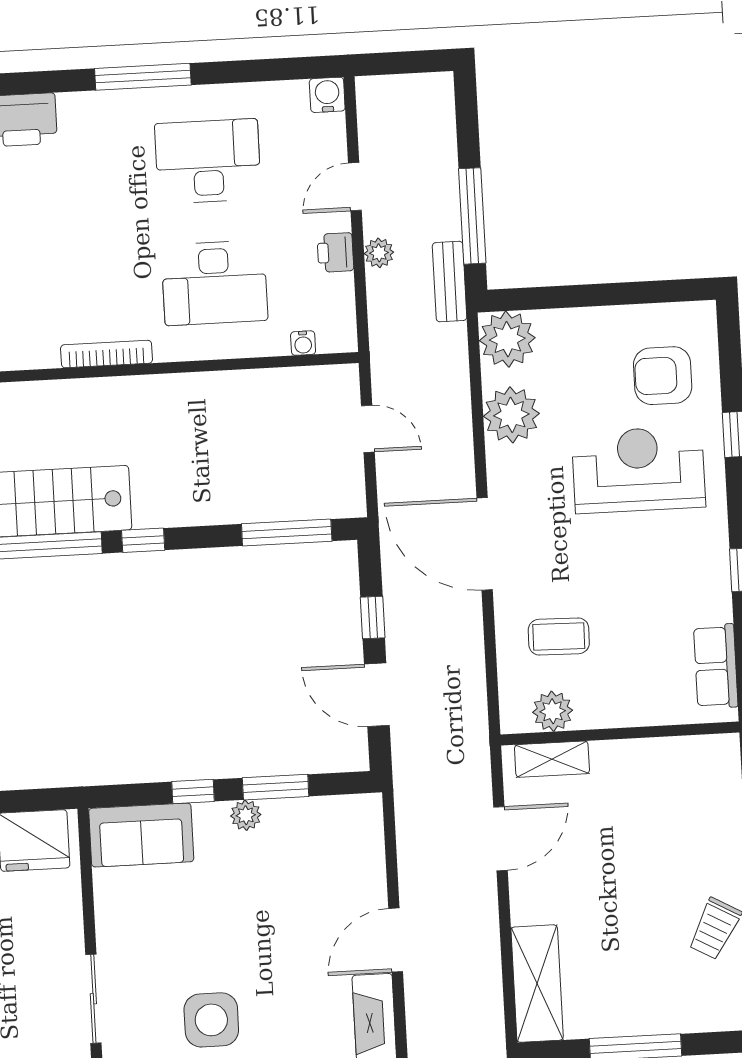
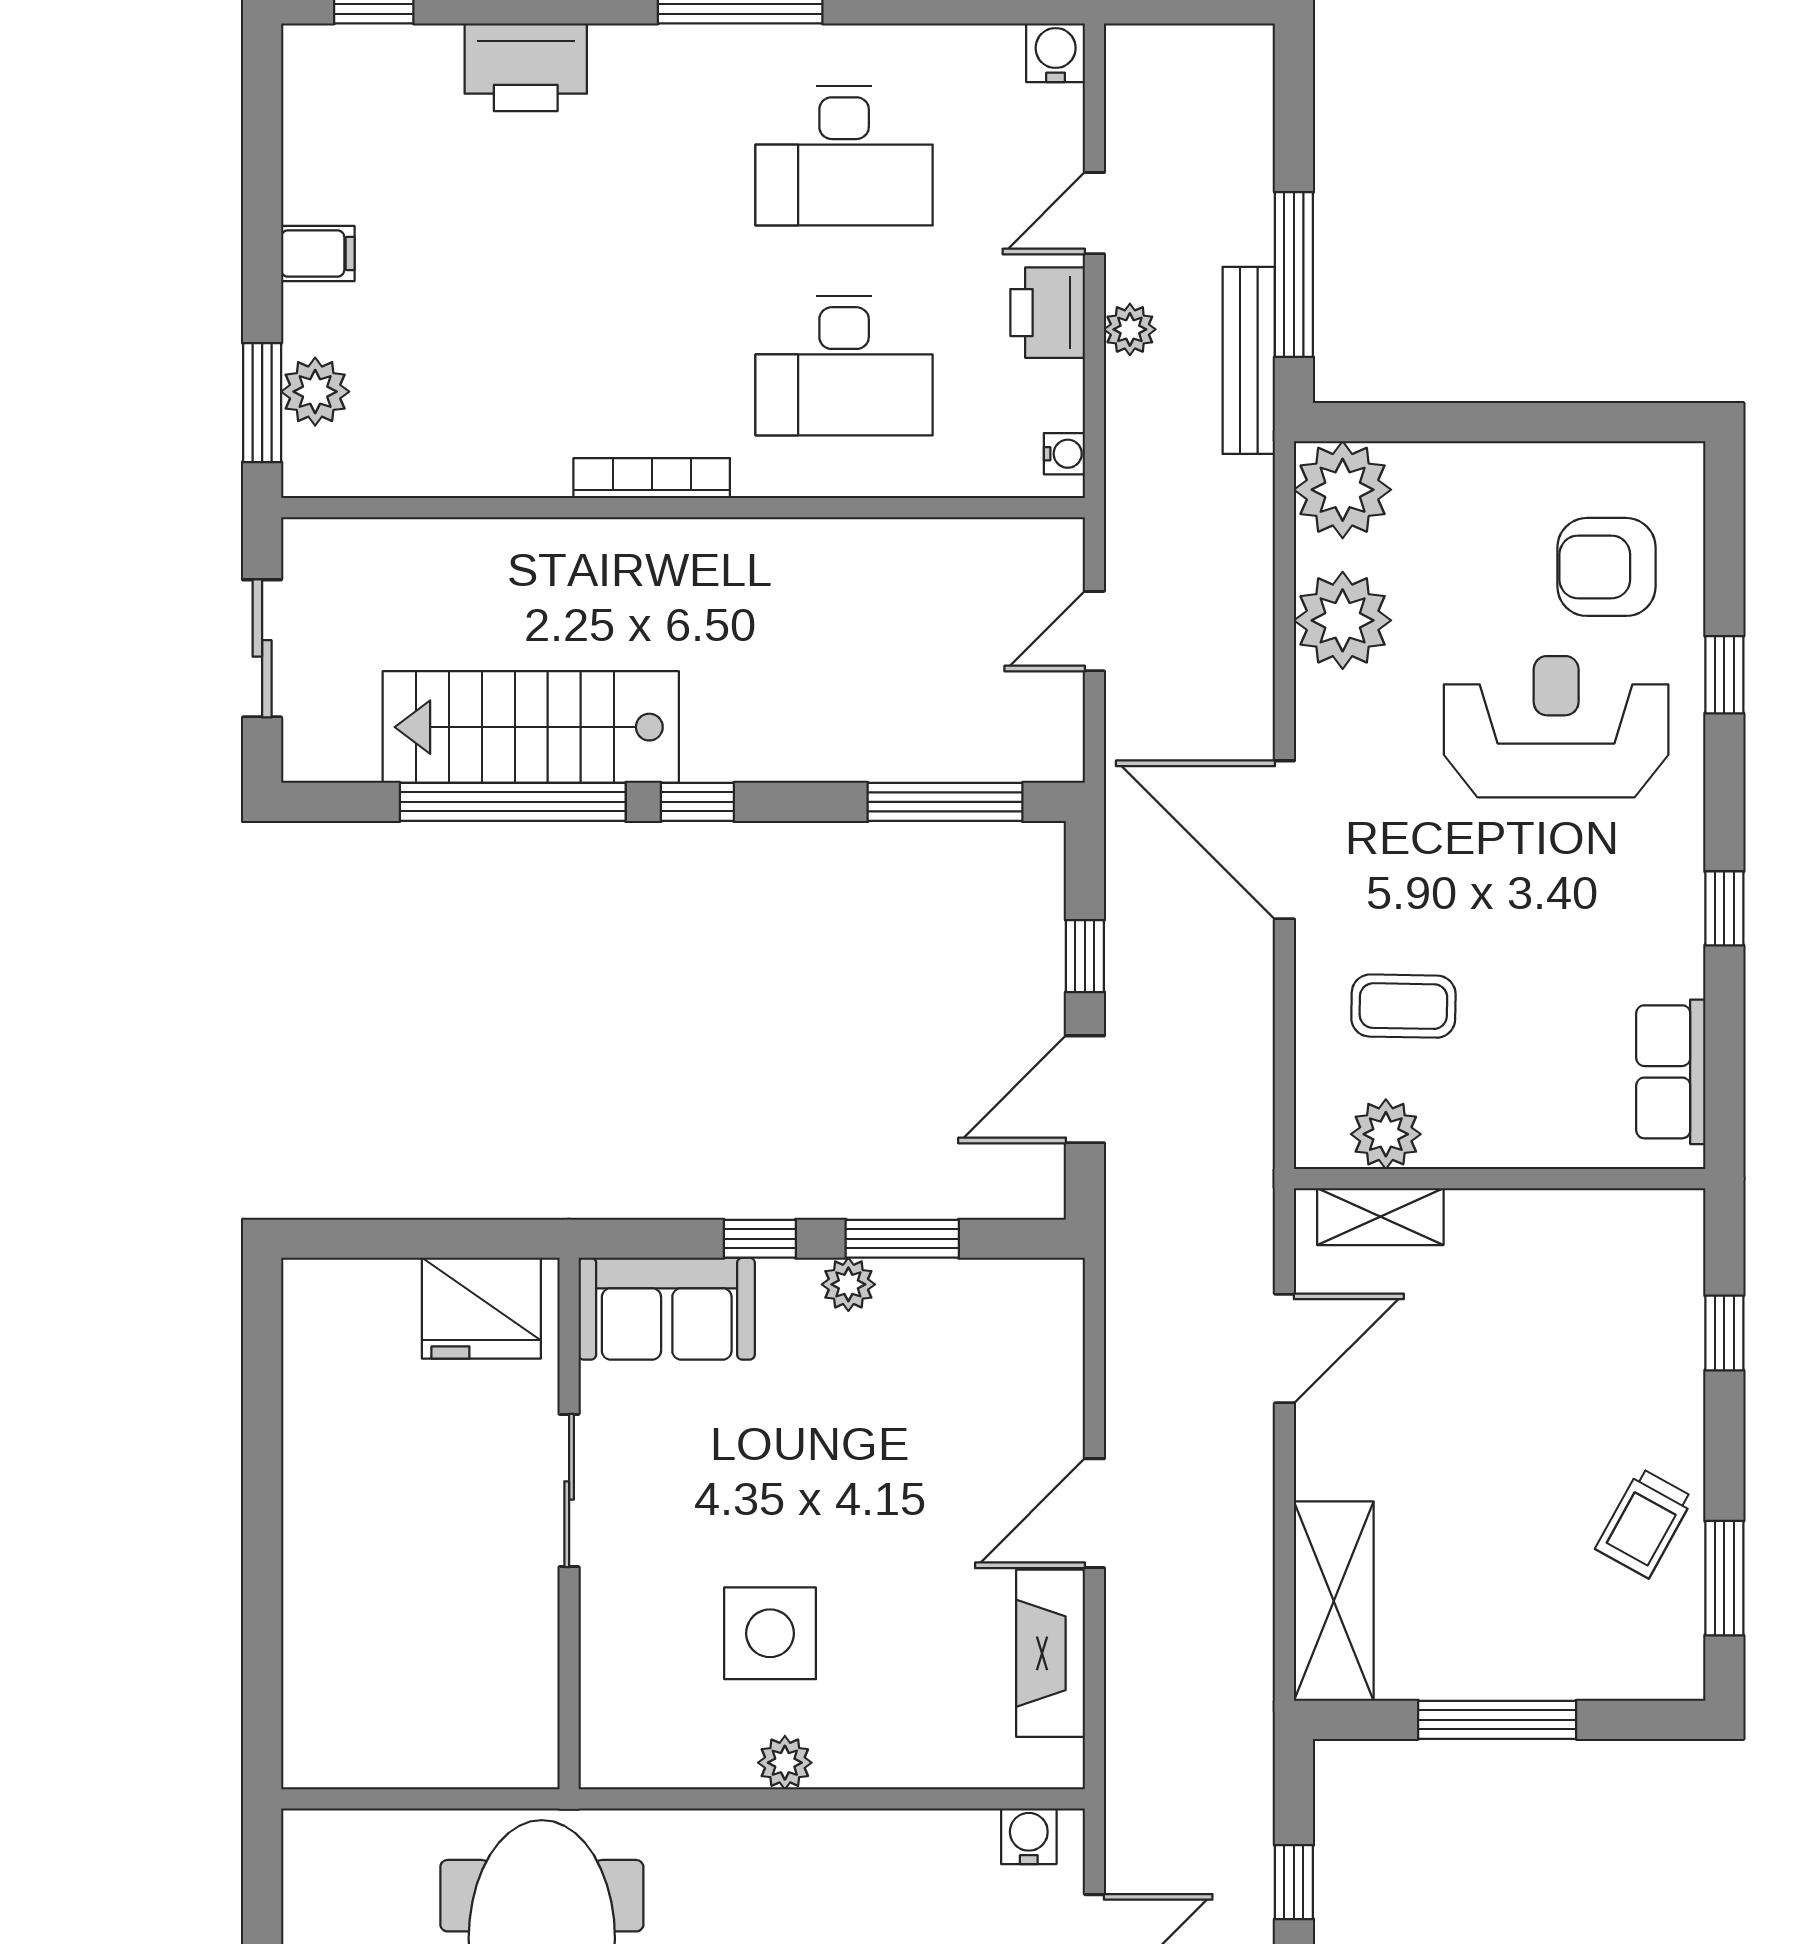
desk: (208, 161) -> (844, 156), turned 180
printer: (335, 252) -> (1048, 313), width x1.36, depth x1.24
bench: (450, 282) -> (1249, 360), width x1.36
water cooler: (303, 343) -> (1064, 454), moved, turned -90
door: (368, 429) -> (1094, 631), swing flipped
door: (377, 695) -> (1085, 1089), hinge flipped
sliding door: (93, 999) -> (569, 1490), moved

